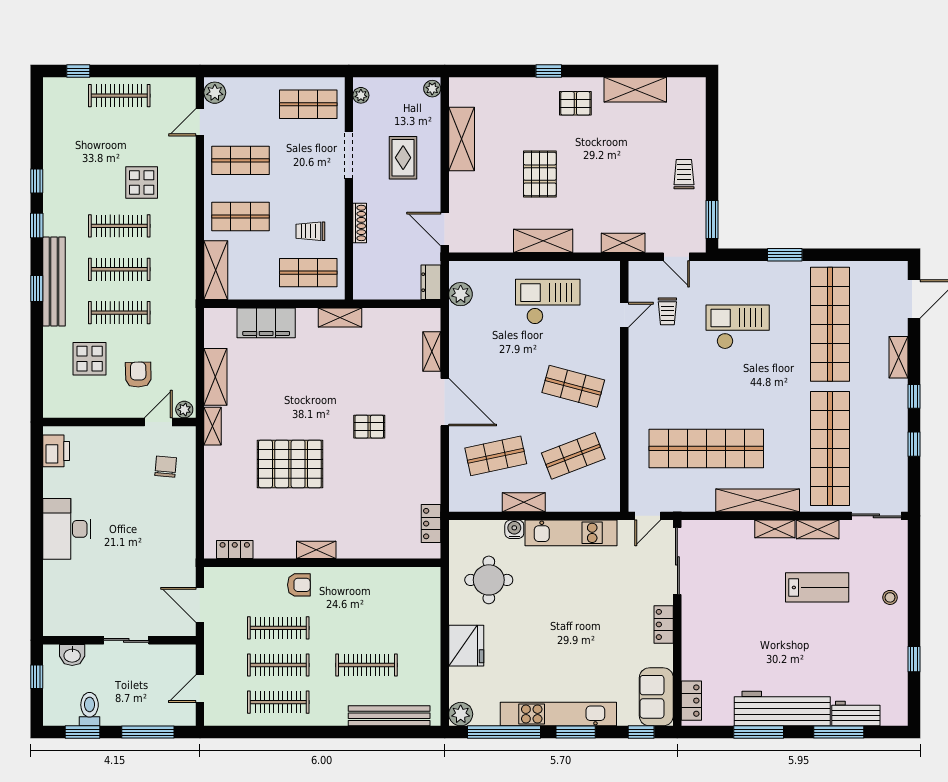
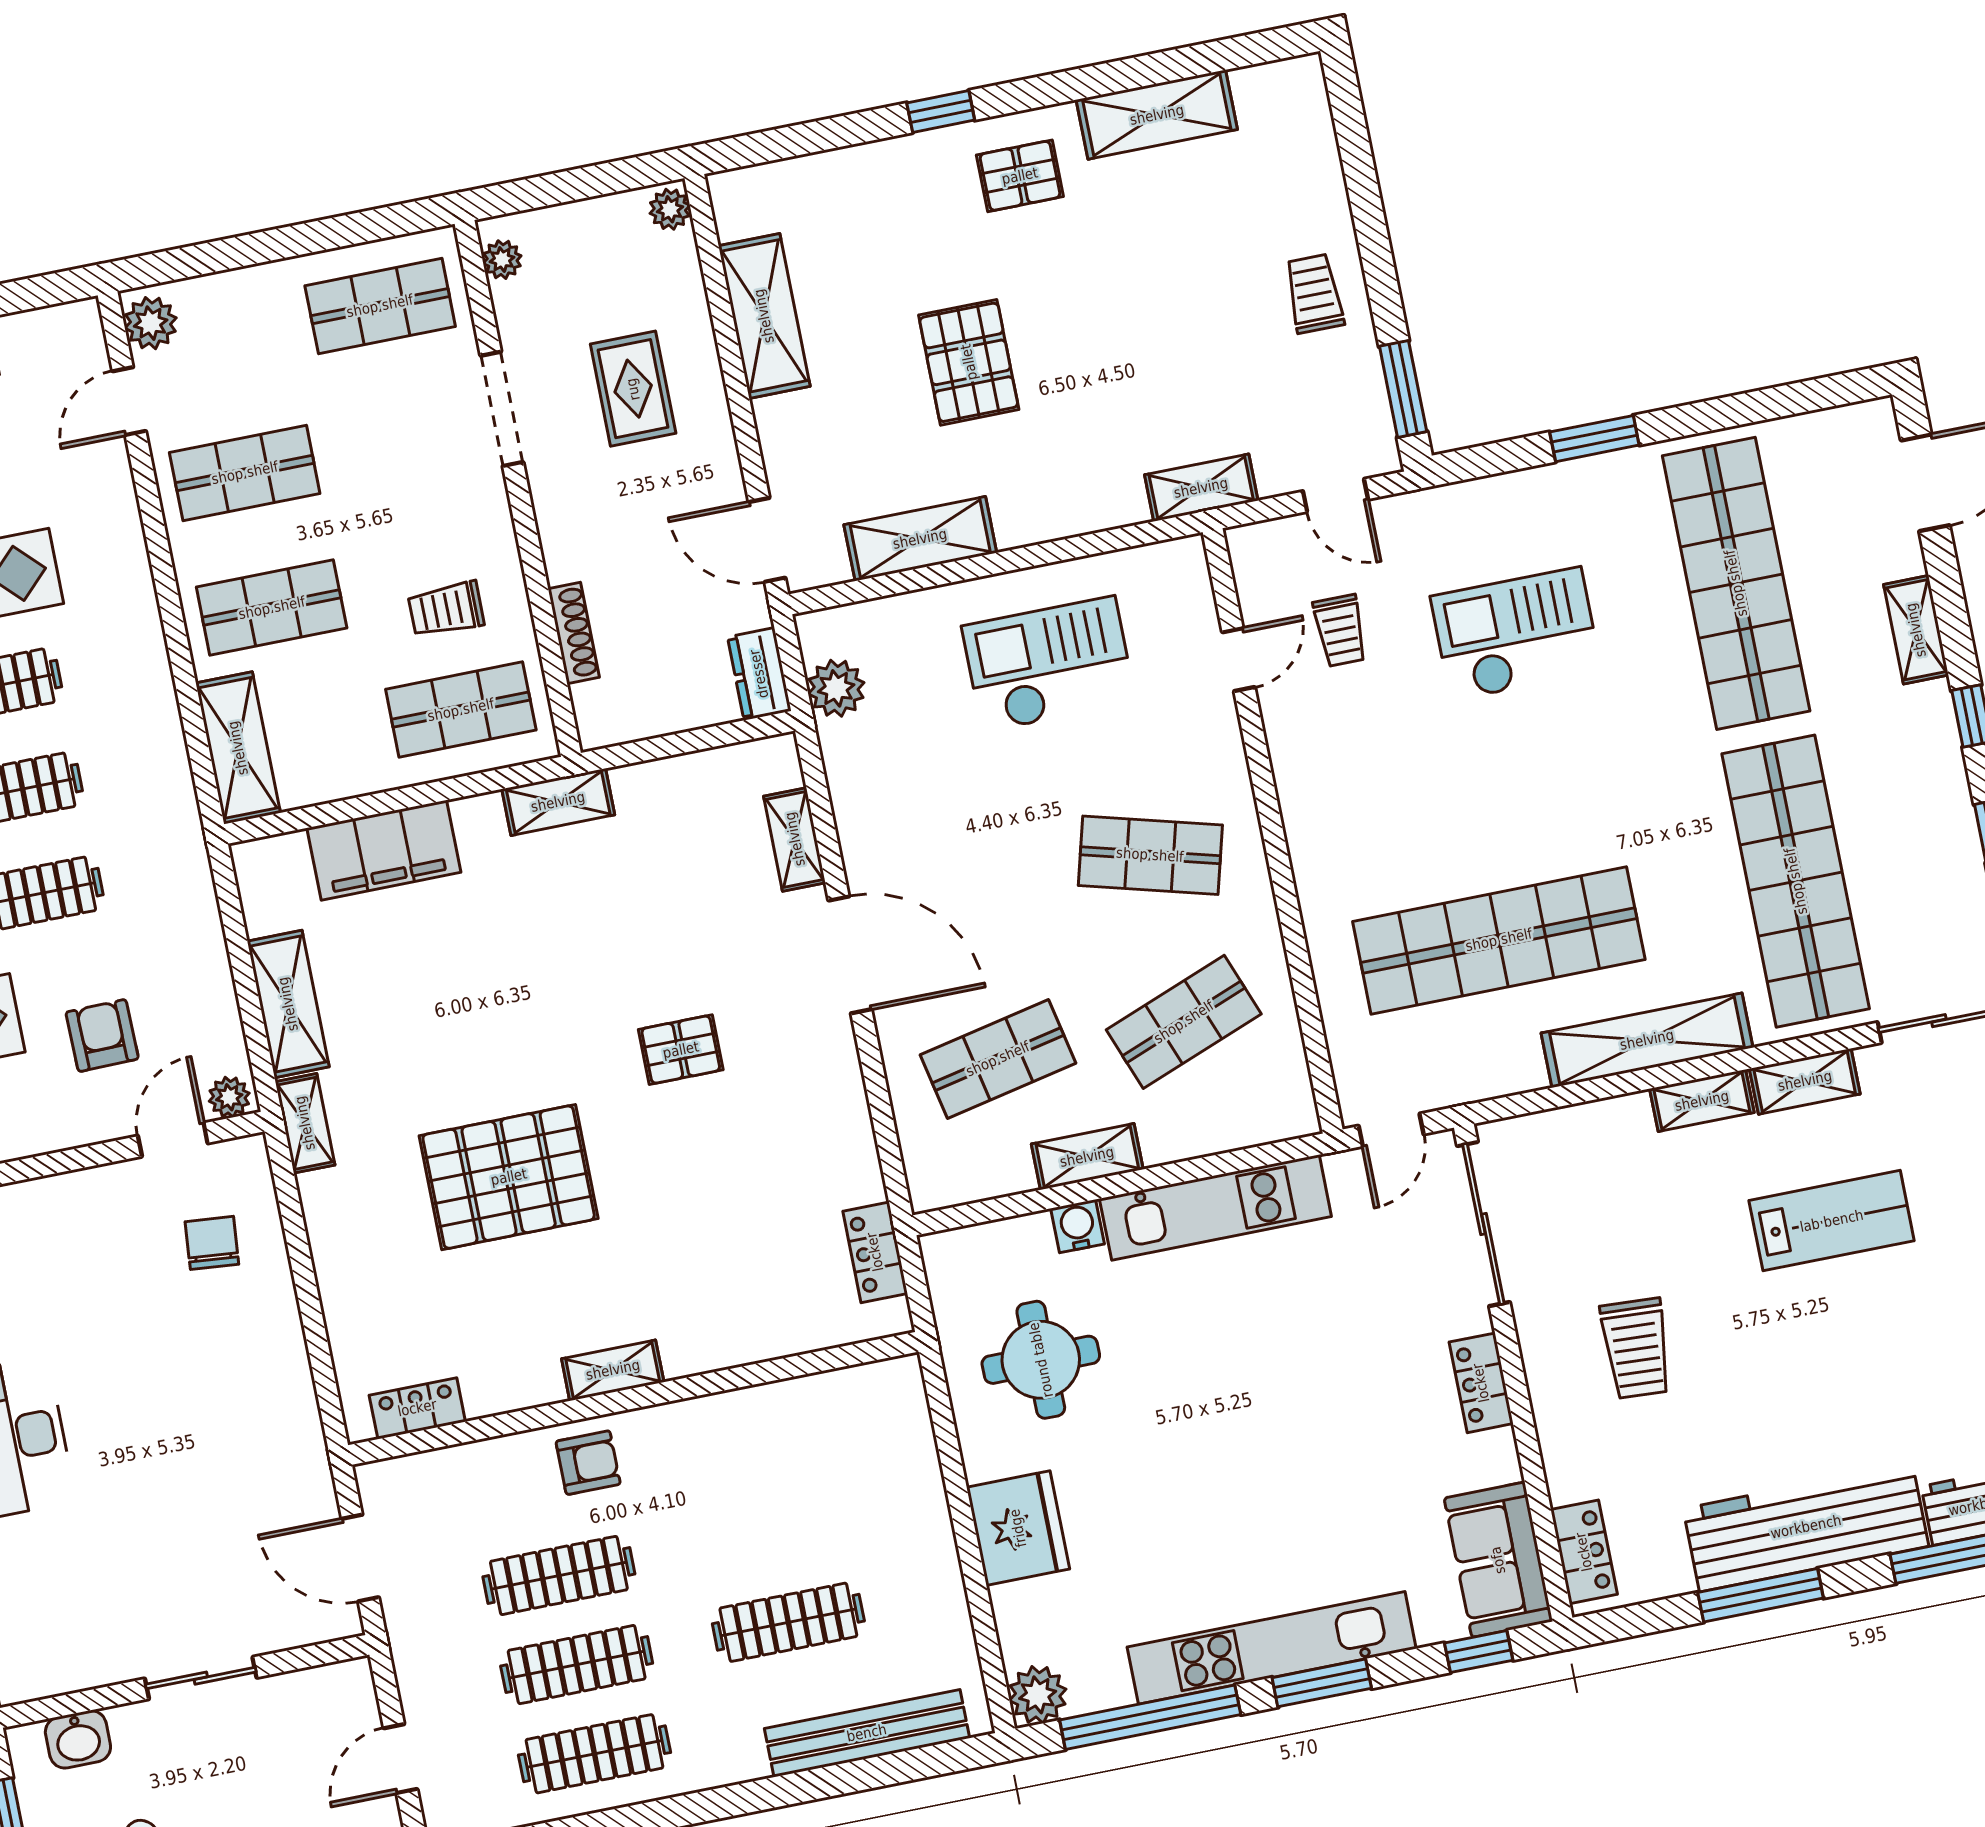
shoe rack: (360, 223) -> (574, 633), moved
shelving: (543, 241) -> (920, 539), moved
trolley: (729, 623) -> (1636, 1348), added

